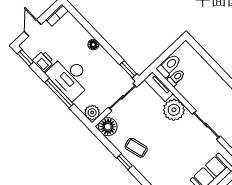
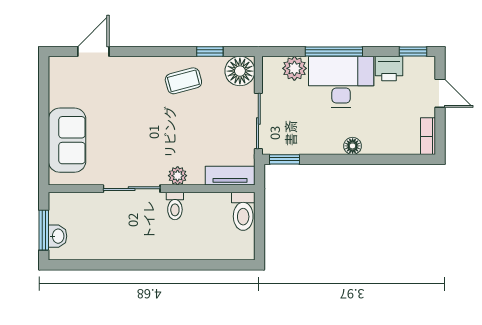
toilet: (176, 78) -> (175, 206), moved
plant: (174, 110) -> (178, 176), width x0.53, depth x0.53
plant: (92, 113) -> (294, 68), moved
window: (125, 162) -> (210, 51), moved

